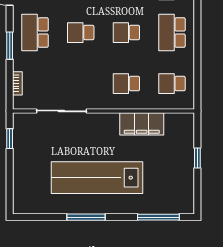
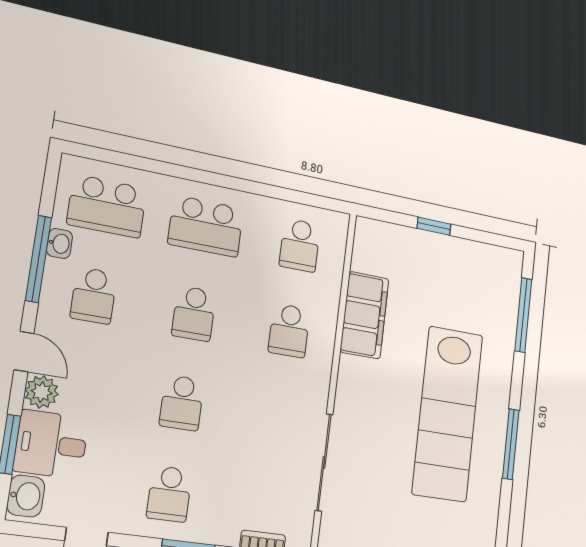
school desk: (35, 33) -> (169, 494), width x0.54

